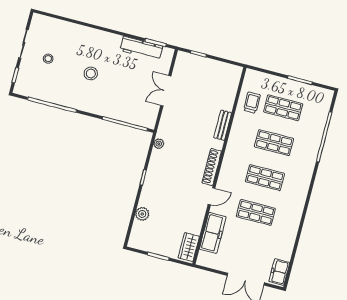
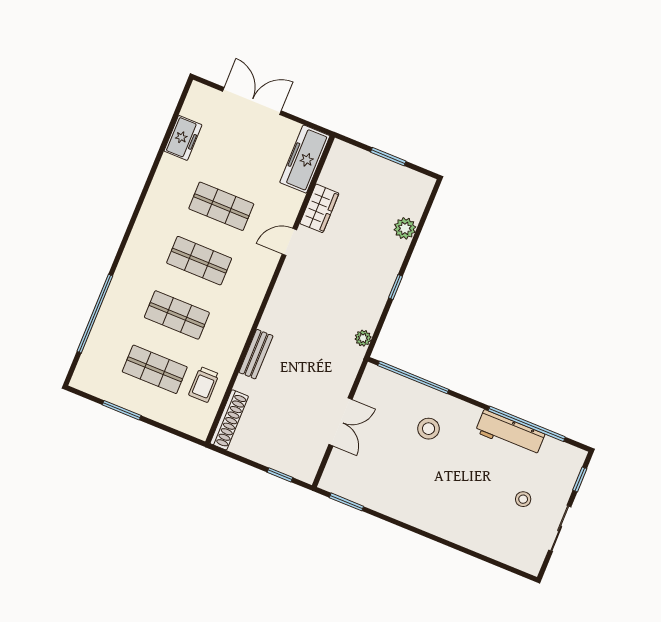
workbench: (141, 48) -> (510, 433), moved, turned 180
stool: (91, 73) -> (429, 429), moved
shoe rack: (212, 167) -> (229, 420), moved
freezer: (213, 233) -> (305, 159), moved
wardrobe: (189, 247) -> (319, 208), moved
freezer: (279, 272) -> (183, 138), moved

